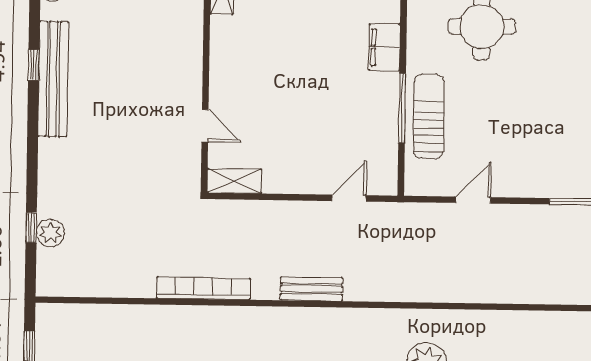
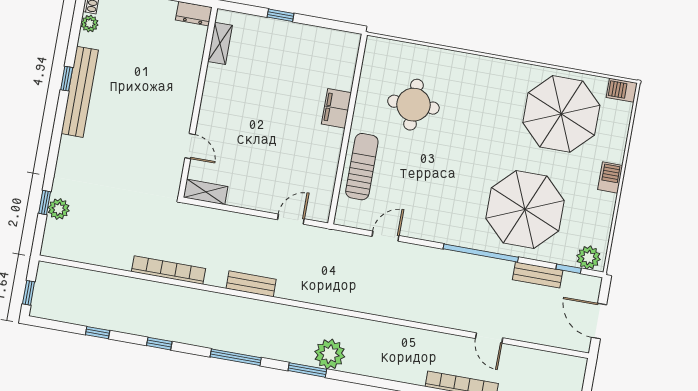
window: (402, 108) -> (343, 157), removed

